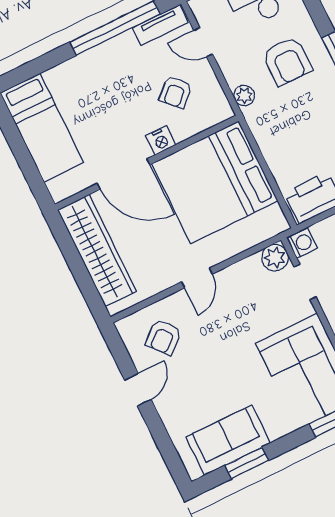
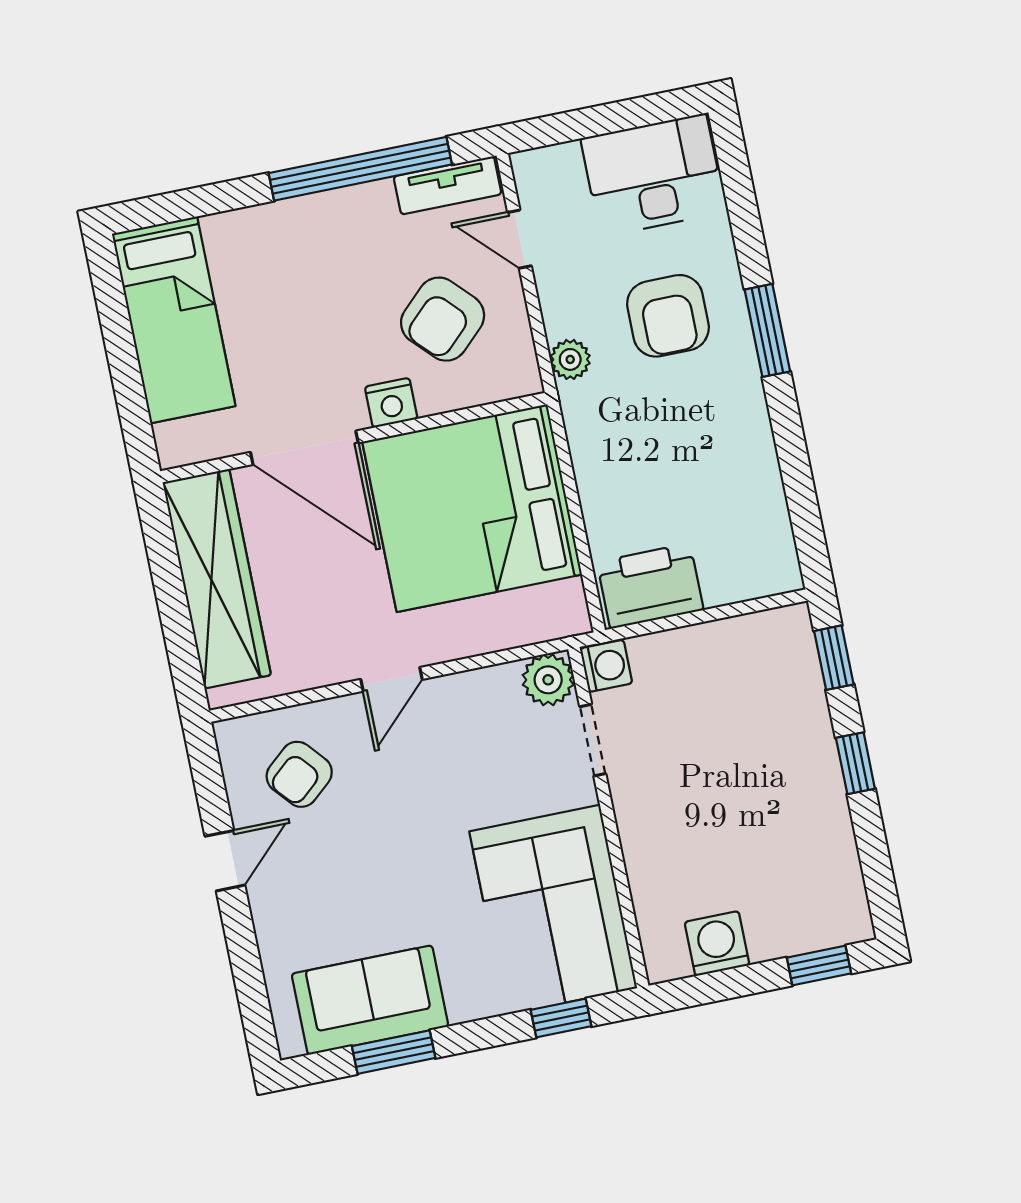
armchair: (175, 92) -> (443, 319), width x1.38, depth x1.38

